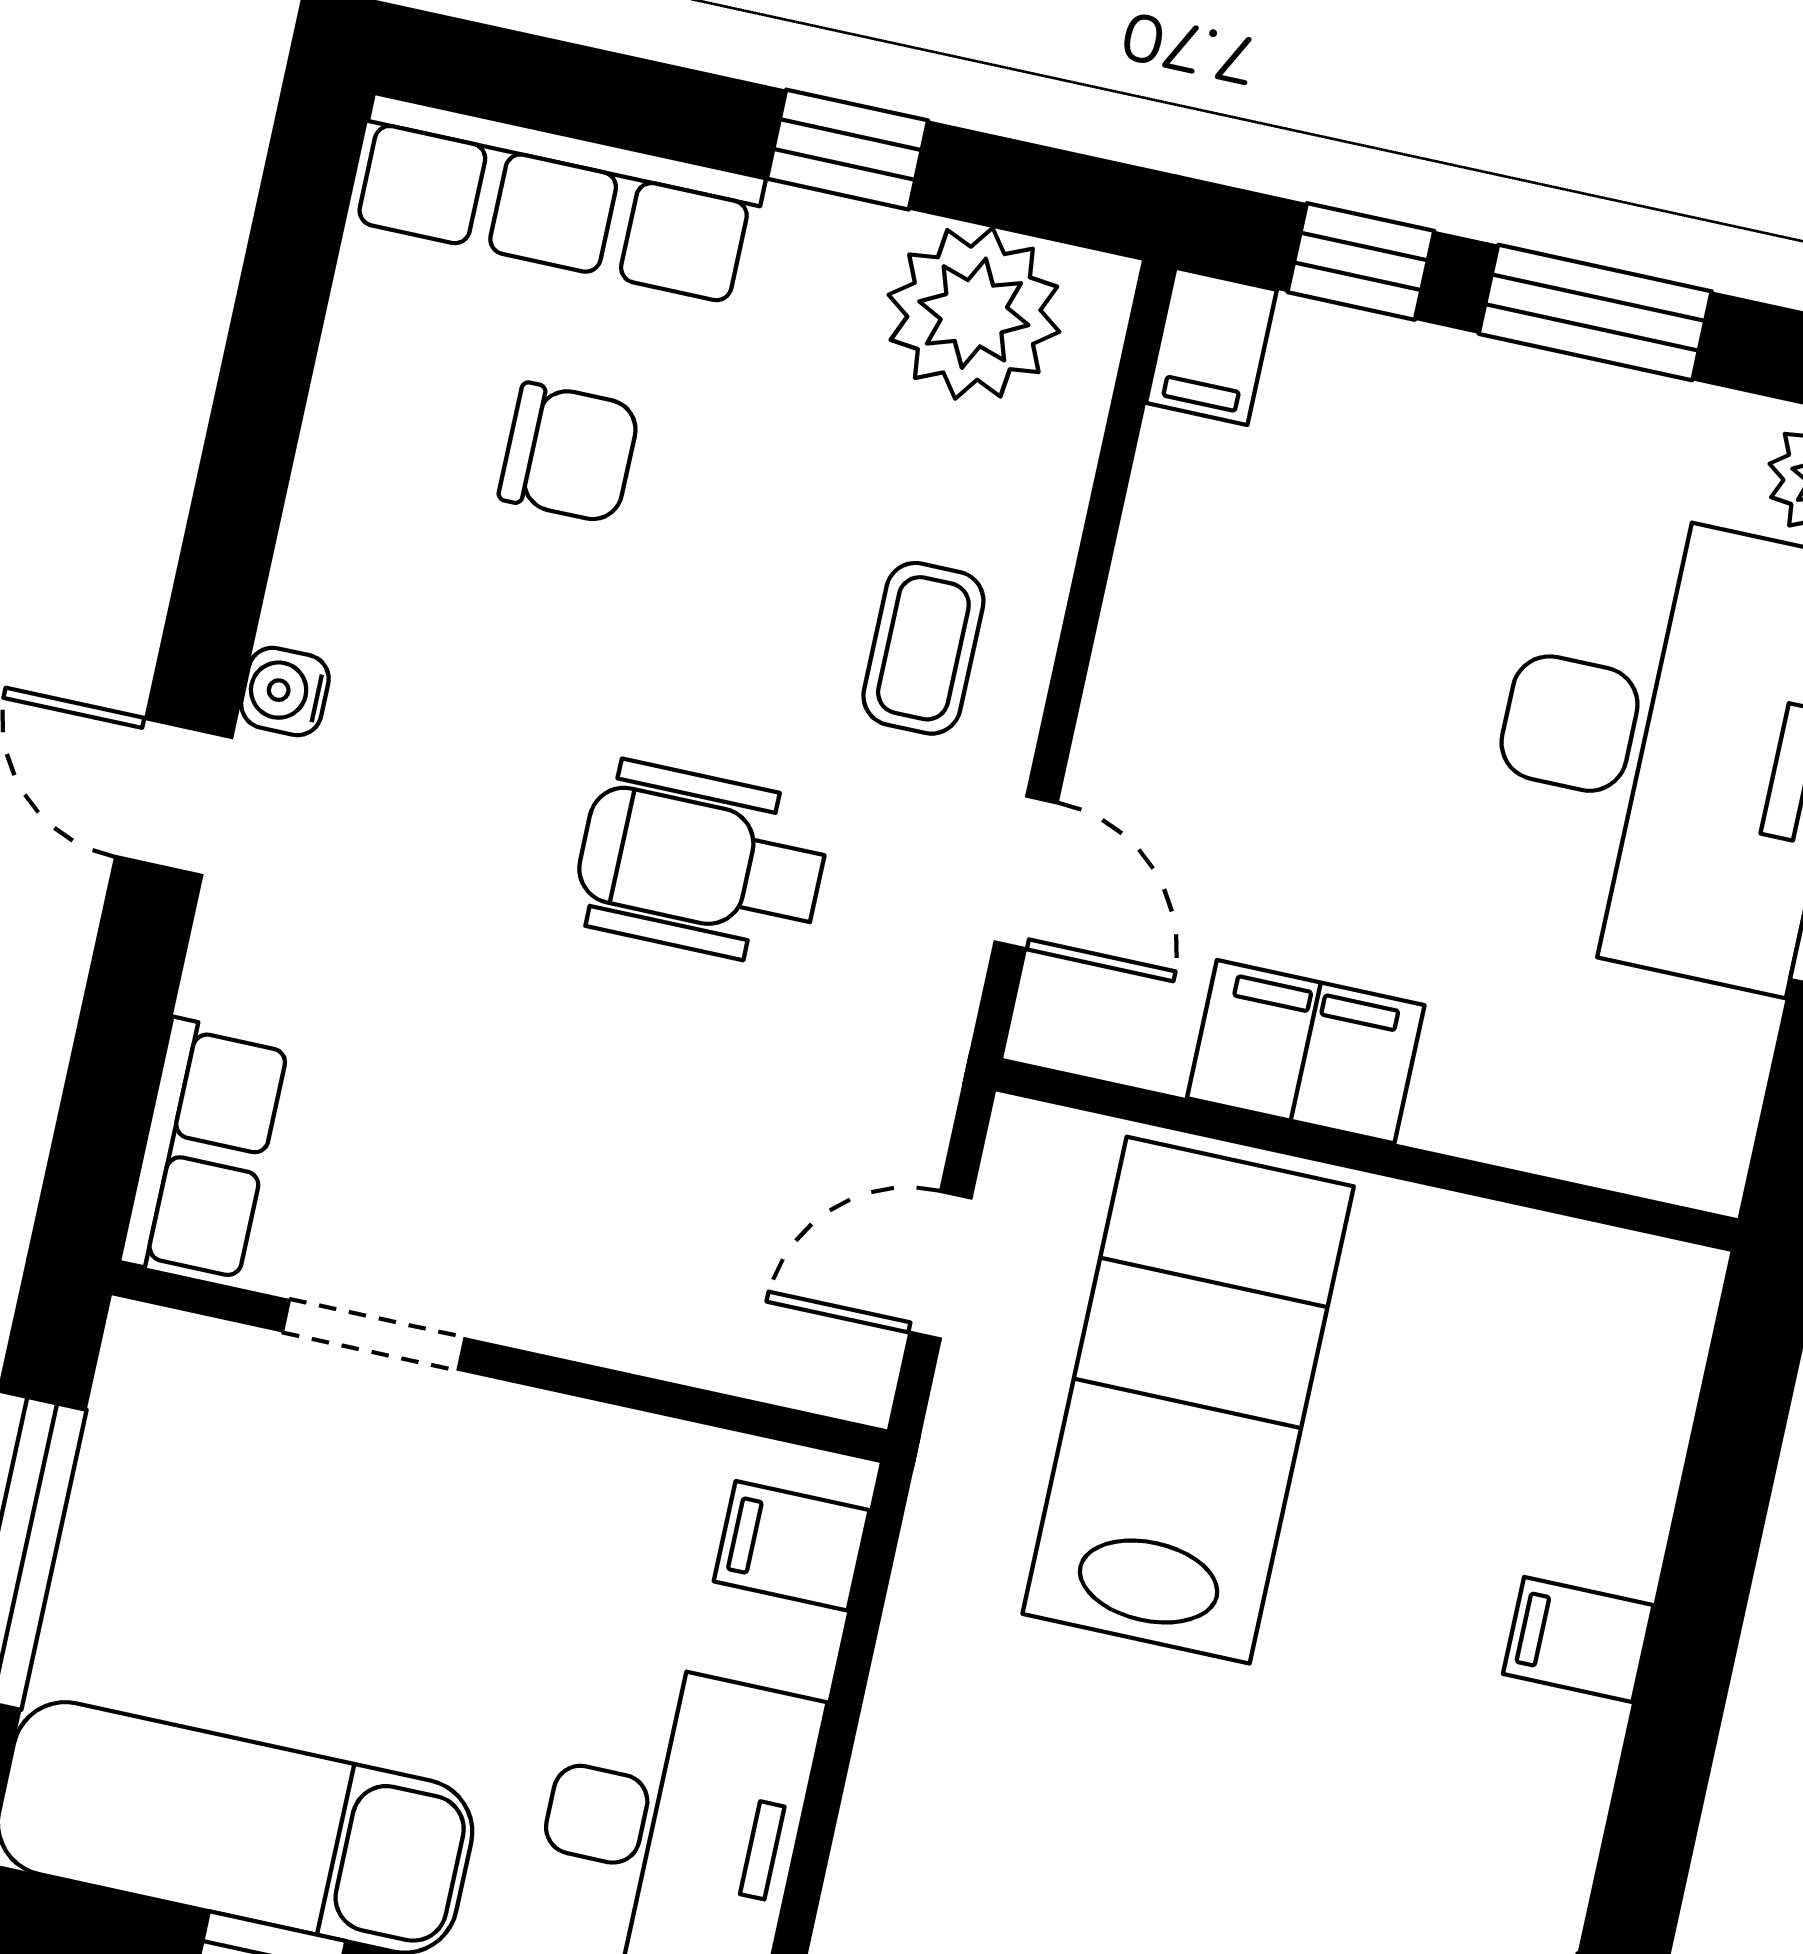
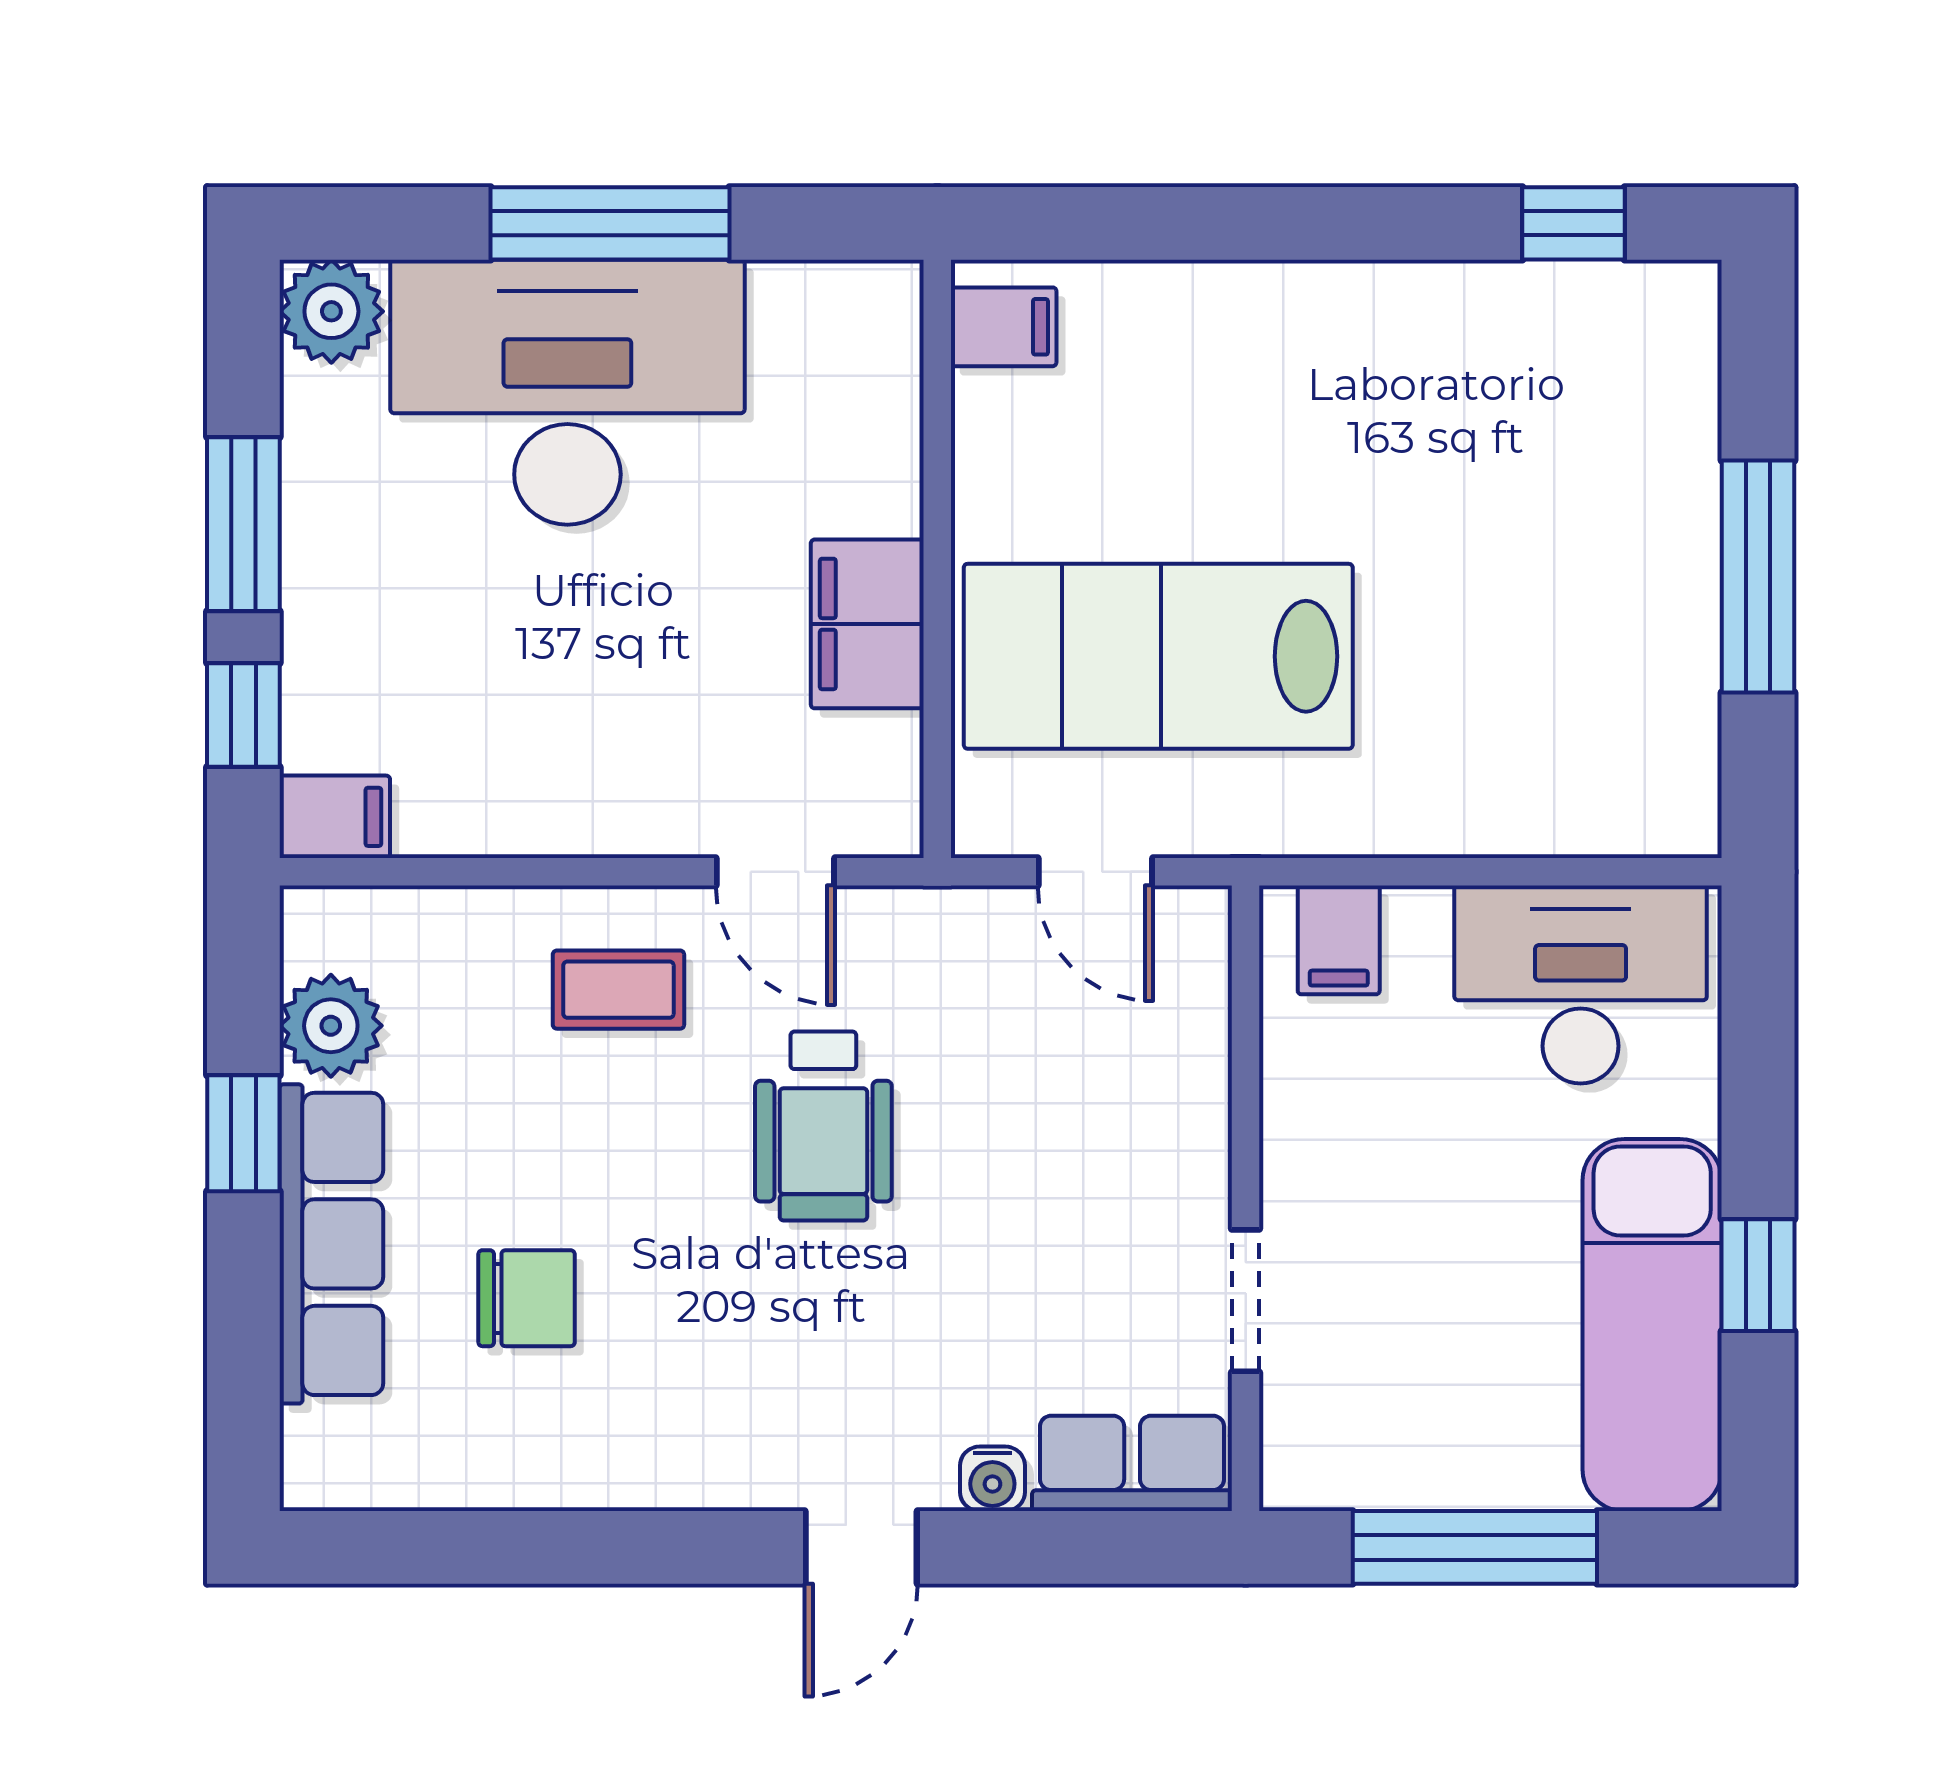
row of seats: (556, 199) -> (331, 1244), moved
plant: (974, 313) -> (331, 1026), width x0.73, depth x0.73
chair: (569, 453) -> (527, 1298), turned 90
water cooler: (285, 691) -> (992, 1479), moved
door: (1026, 872) -> (775, 872), swing flipped
filing cabinet: (1578, 1639) -> (1004, 327), moved, turned -90

